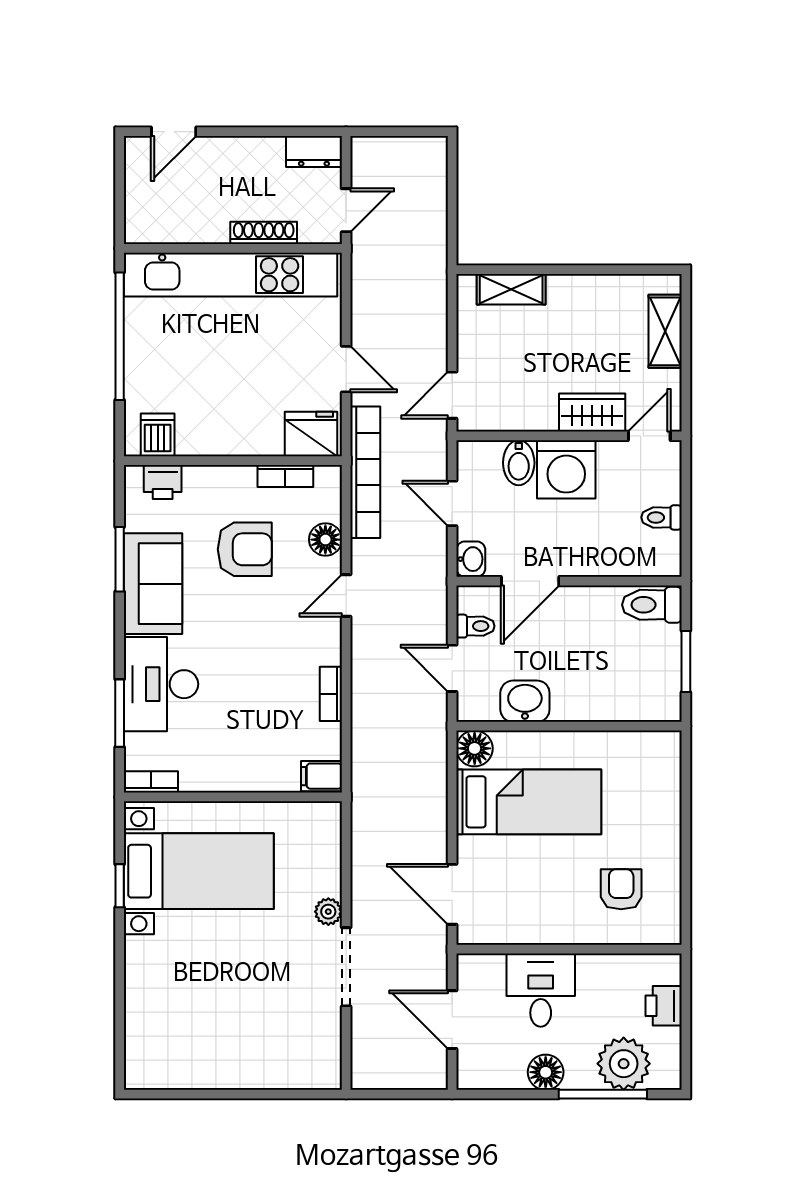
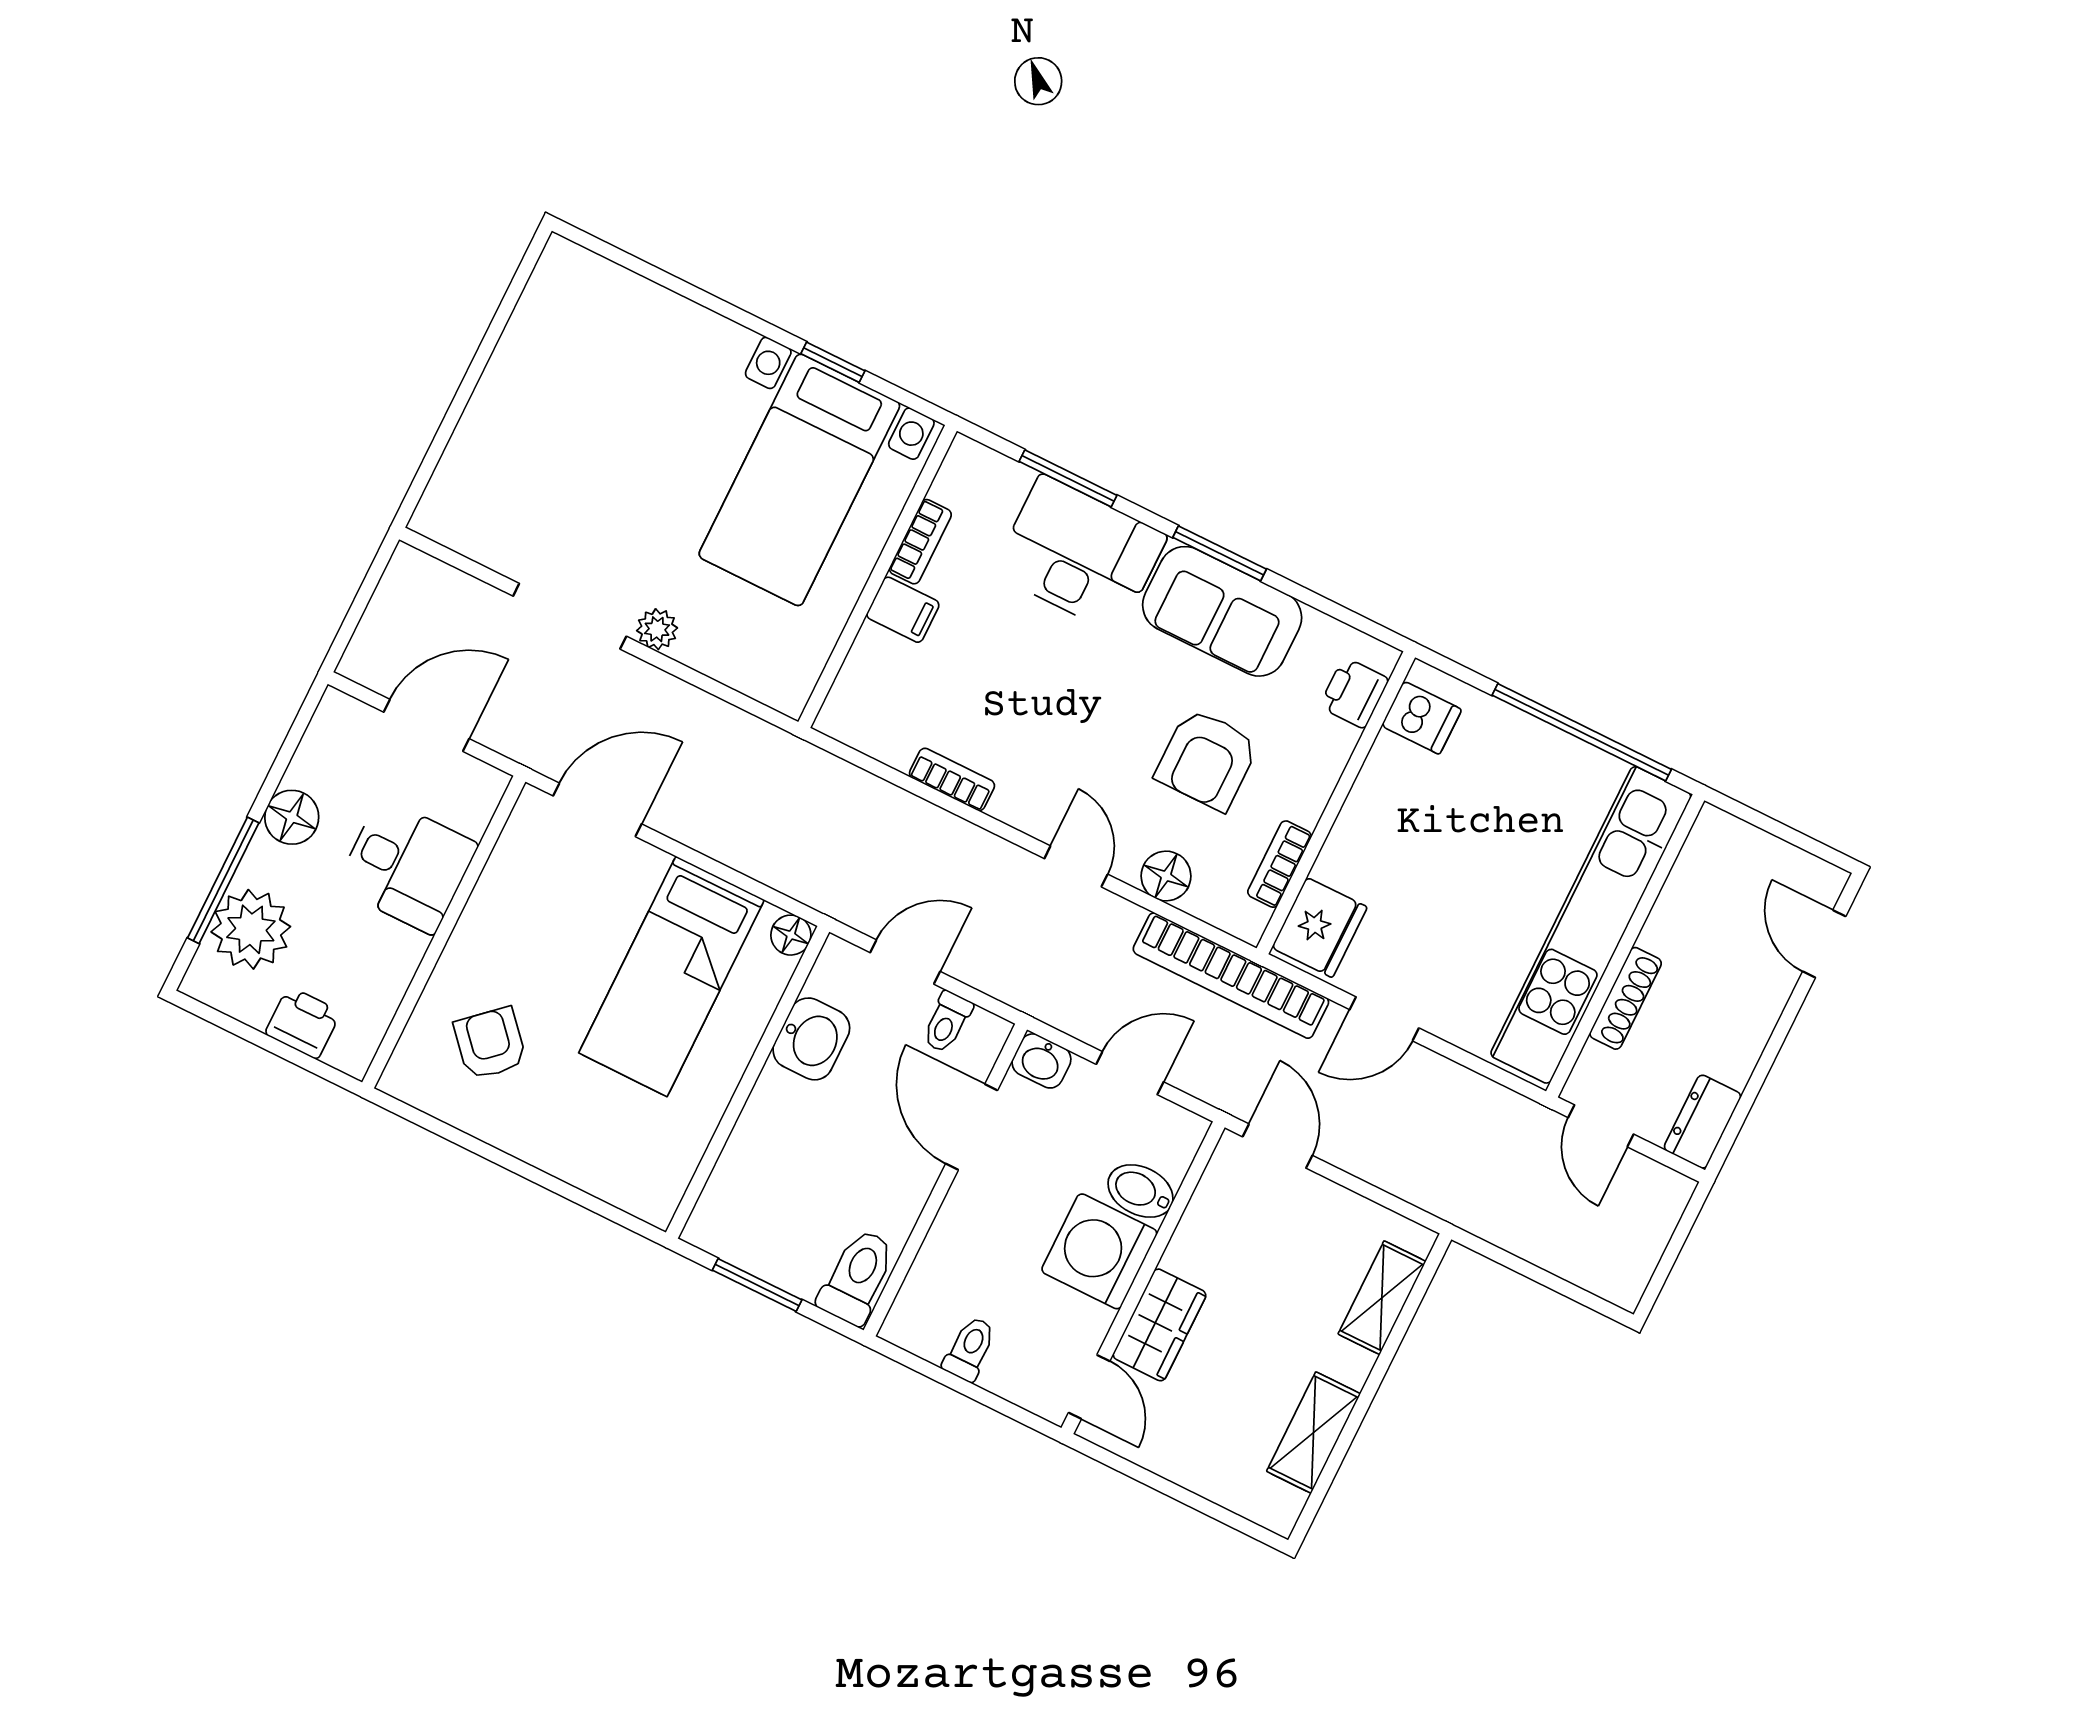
shelving: (665, 331) -> (1313, 1433), moved, turned 90
window: (120, 559) -> (1220, 553), moved
floor lamp: (475, 748) -> (791, 935), width x0.73, depth x0.73
filing cabinet: (321, 776) -> (903, 610), moved, turned 90
bookcase: (151, 782) -> (920, 542), moved
armchair: (621, 889) -> (490, 1043), turned -132

